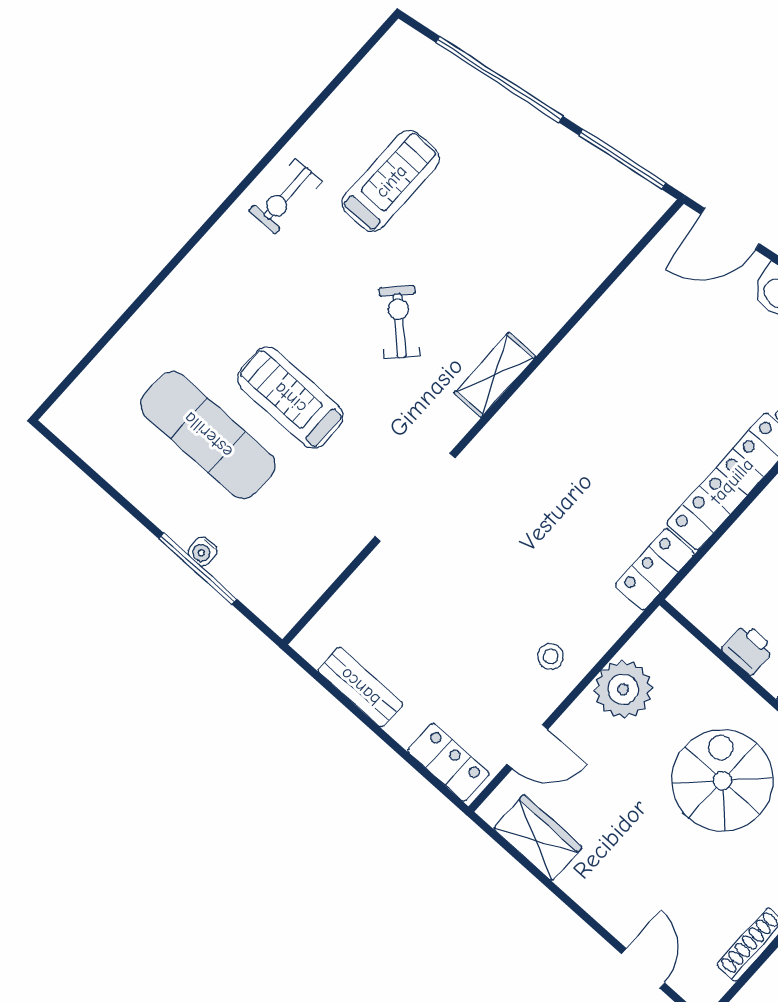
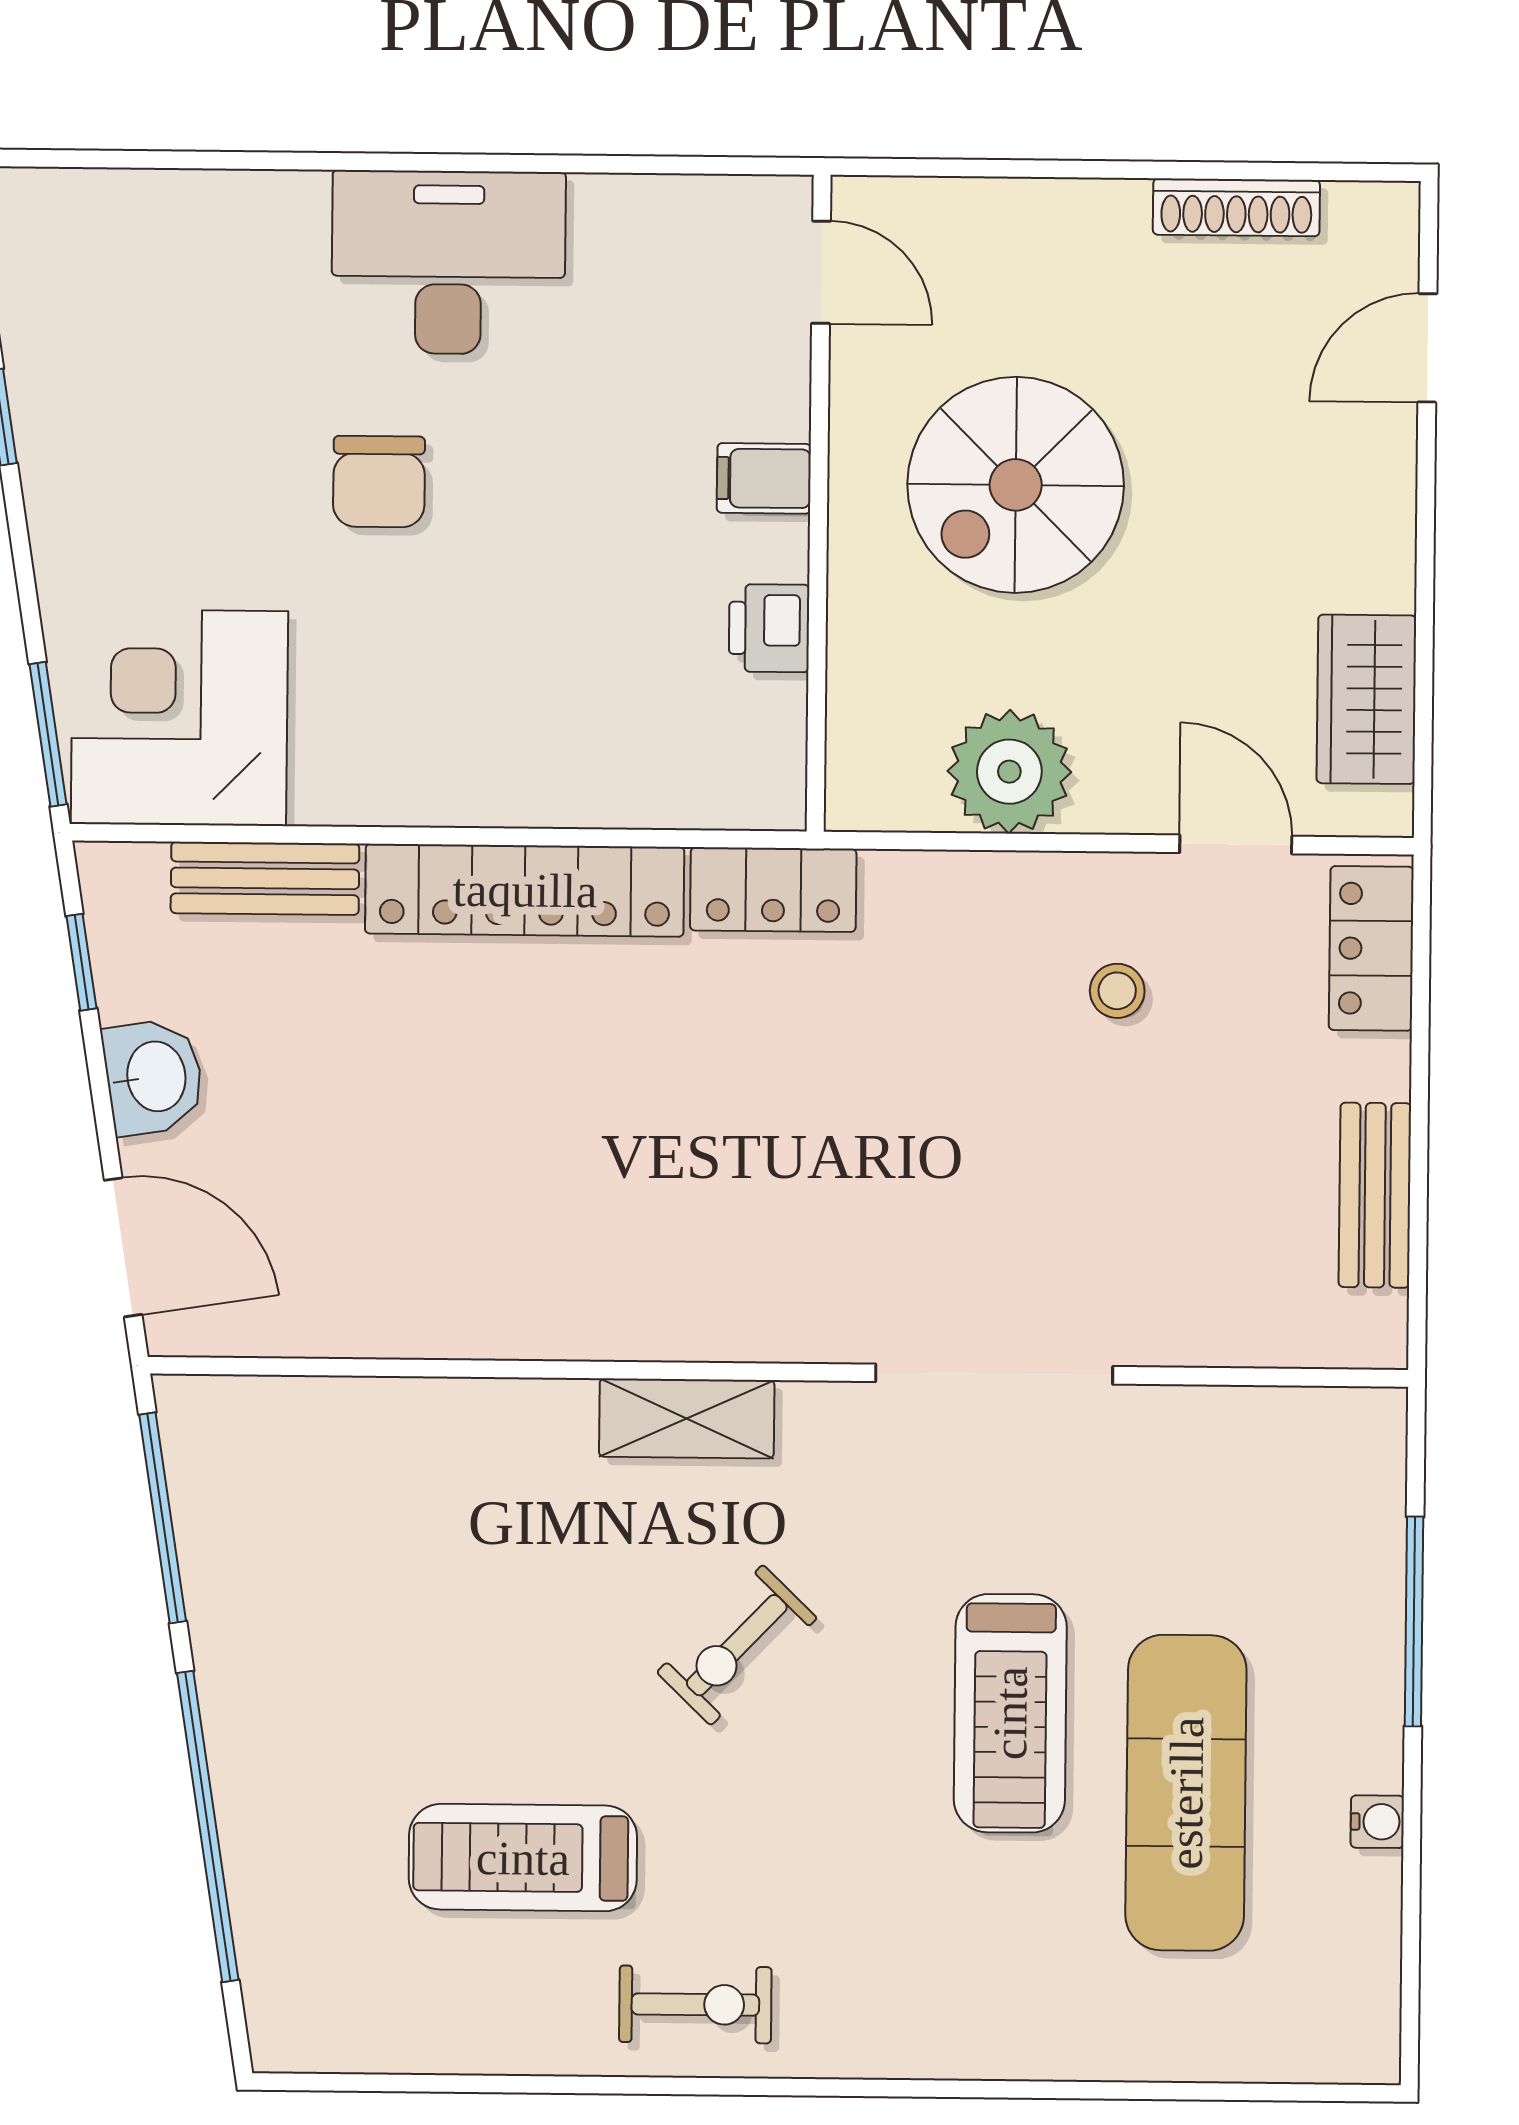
water cooler: (203, 551) -> (1377, 1822), moved
stool: (551, 656) -> (1117, 991), moved

